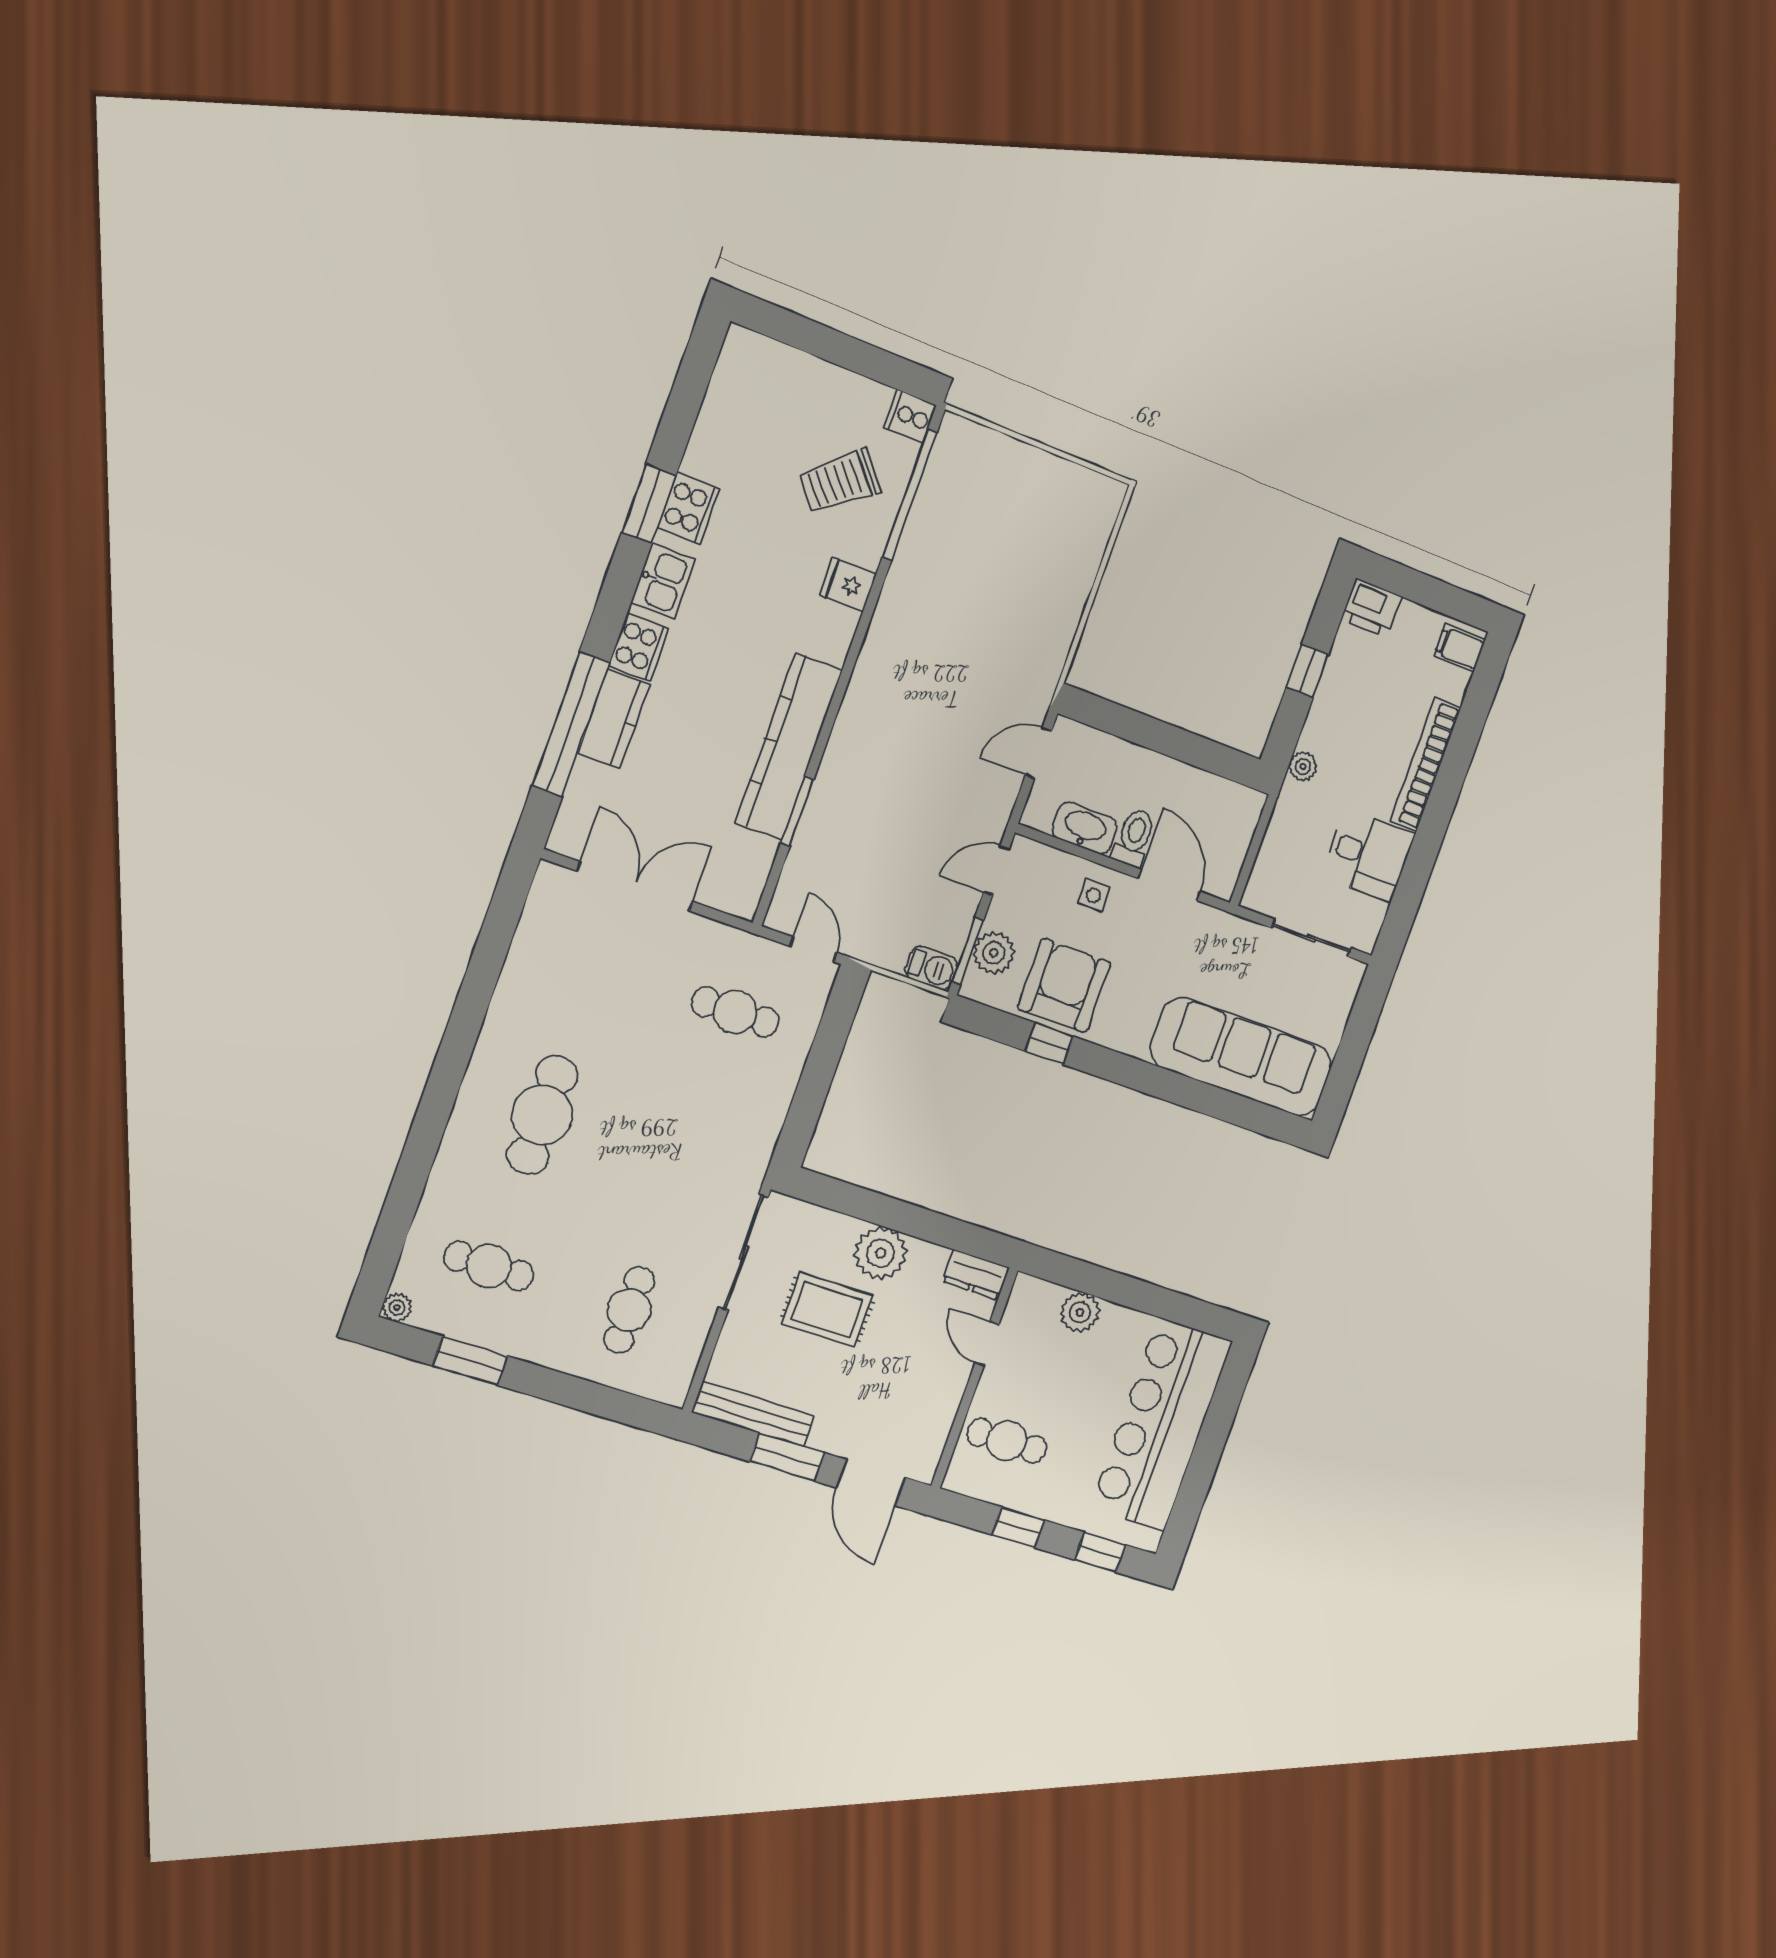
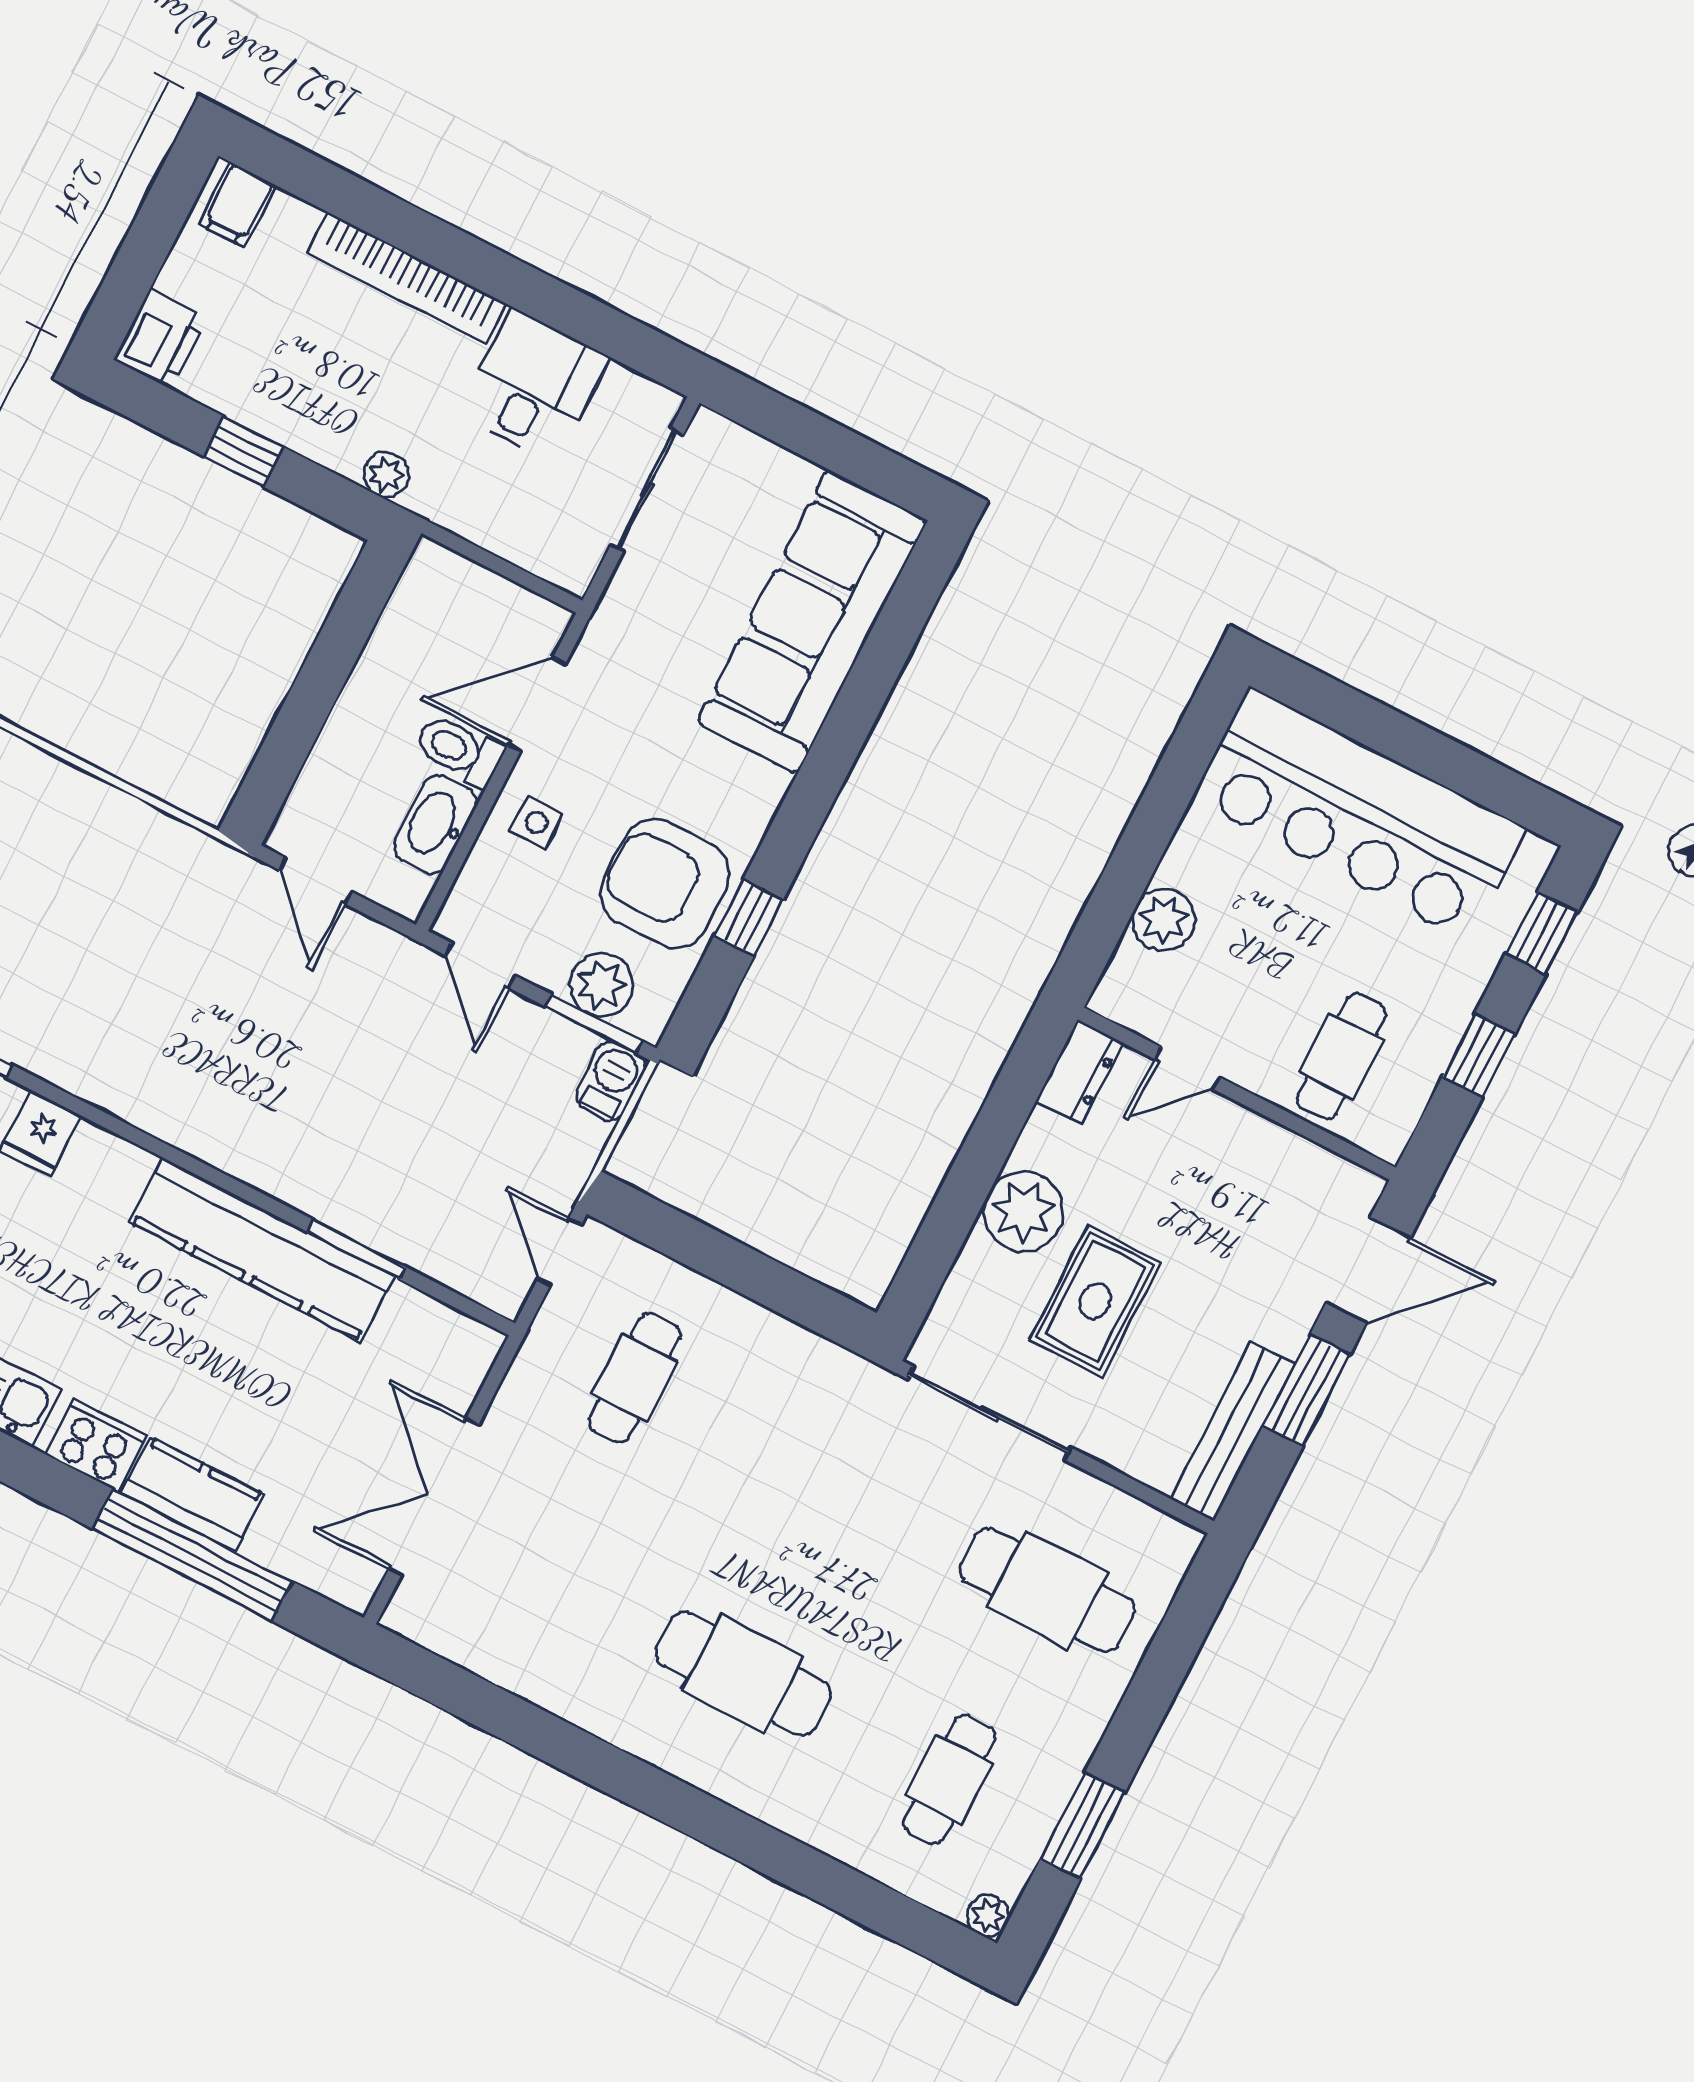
door: (813, 949) -> (560, 1252), hinge flipped
cafe table: (629, 1310) -> (1047, 1590), width x1.37, depth x1.35

